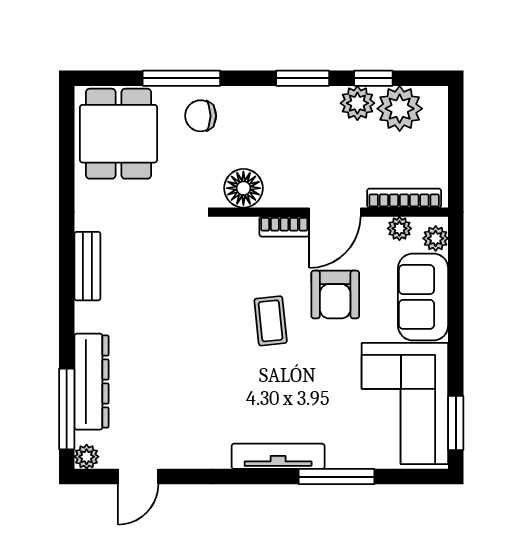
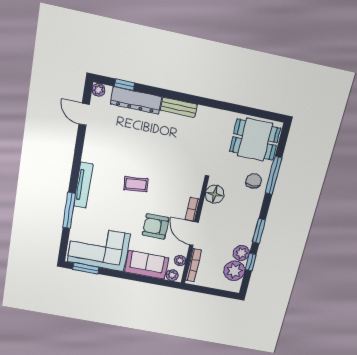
bench: (87, 266) -> (179, 107), moved
coffee table: (271, 321) -> (136, 184), moved
window: (67, 409) -> (124, 85), width x0.46

